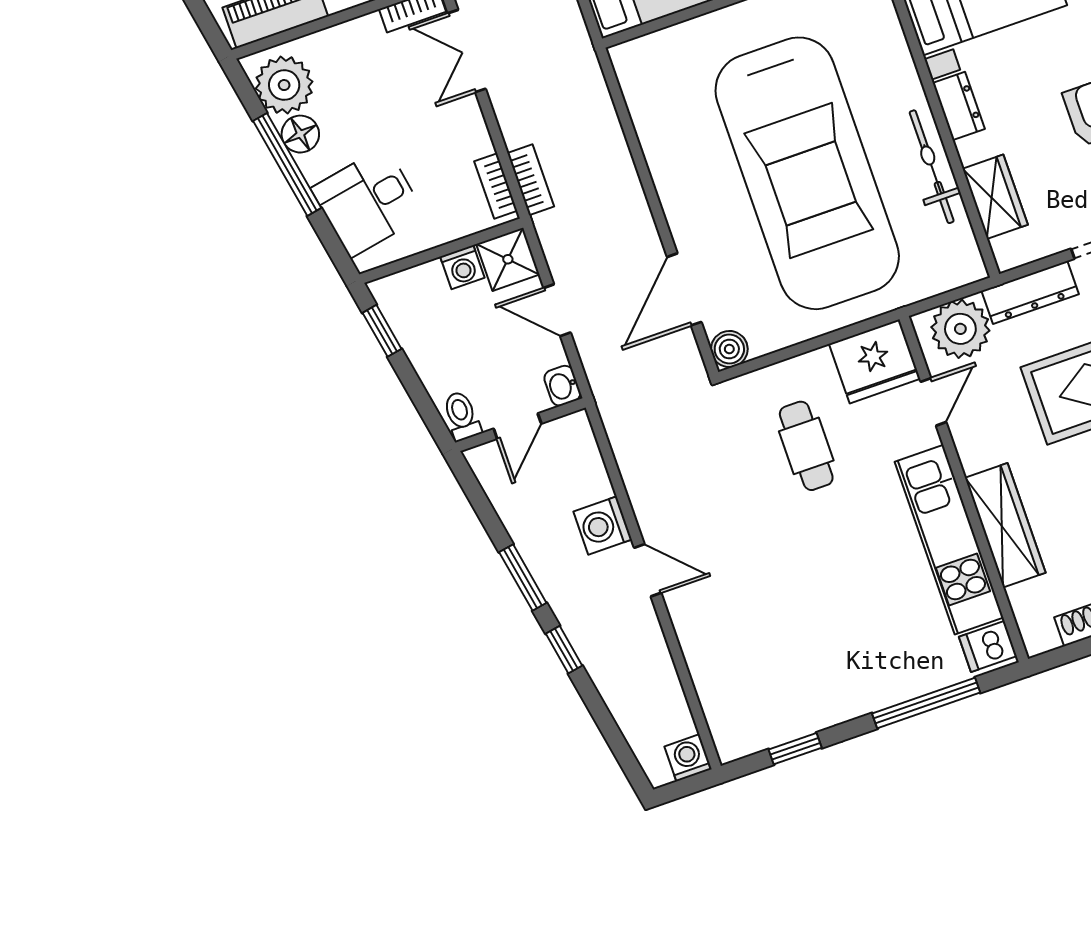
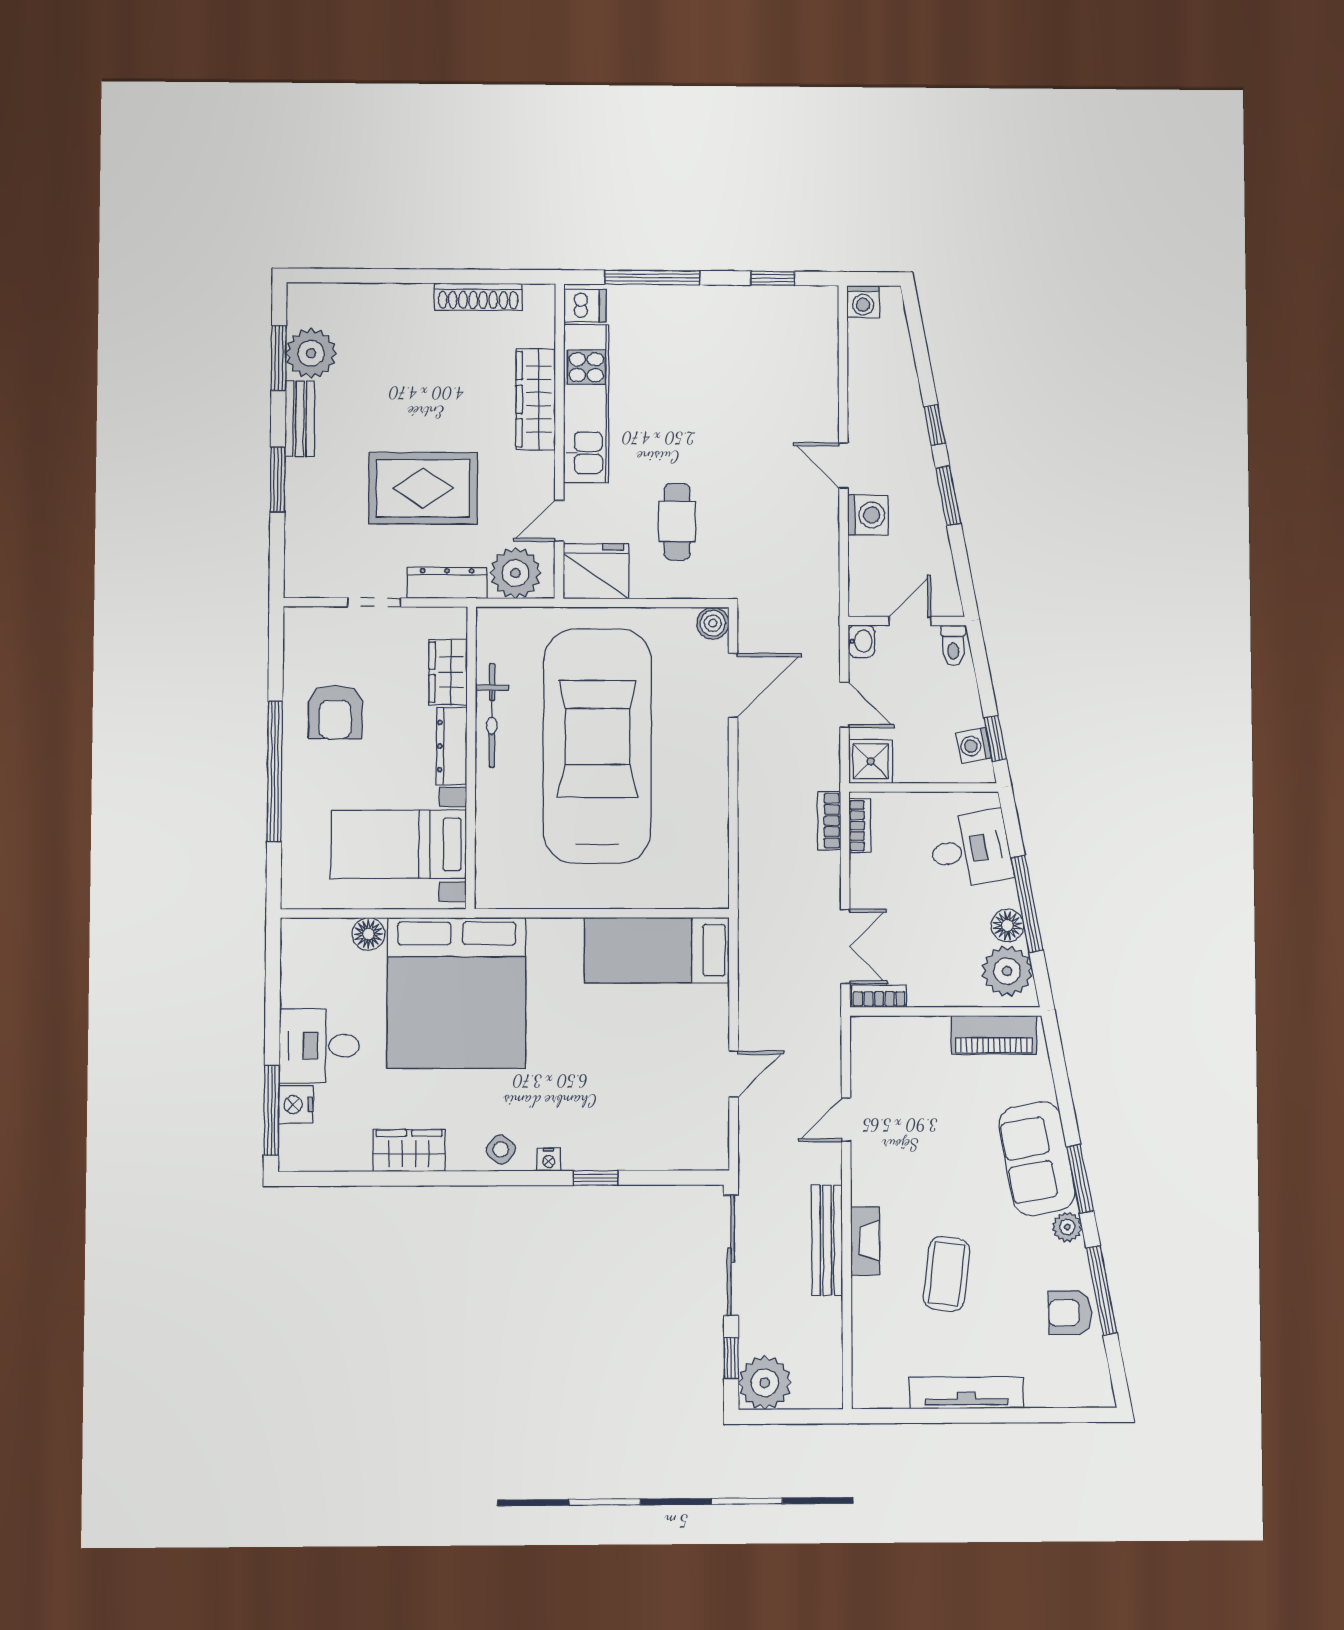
dresser: (959, 106) -> (452, 746), width x1.44
washing machine: (462, 267) -> (974, 745), moved, turned -101

